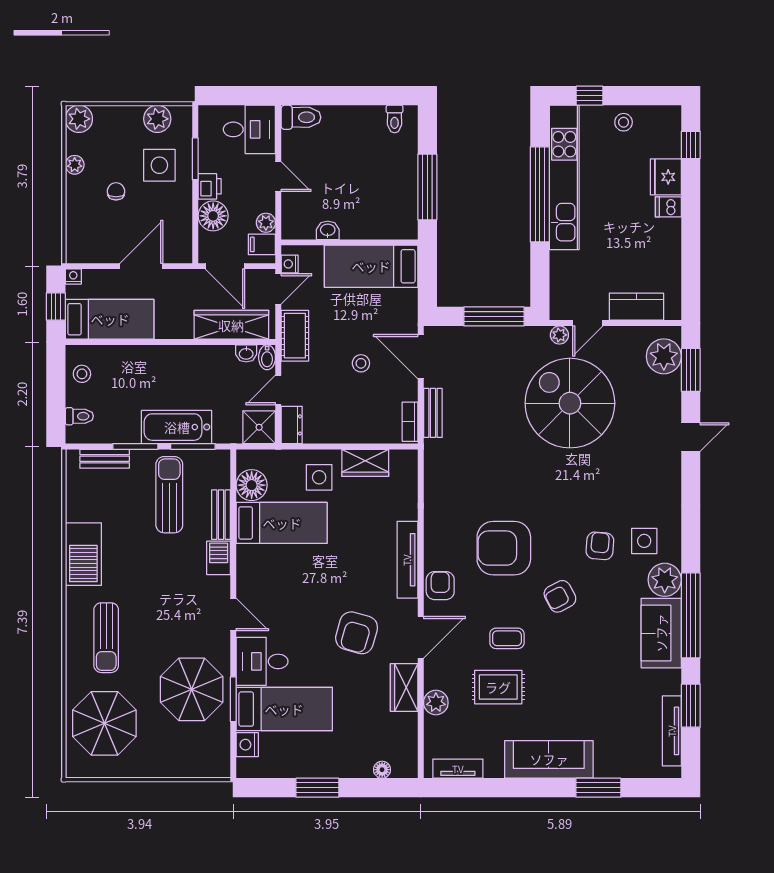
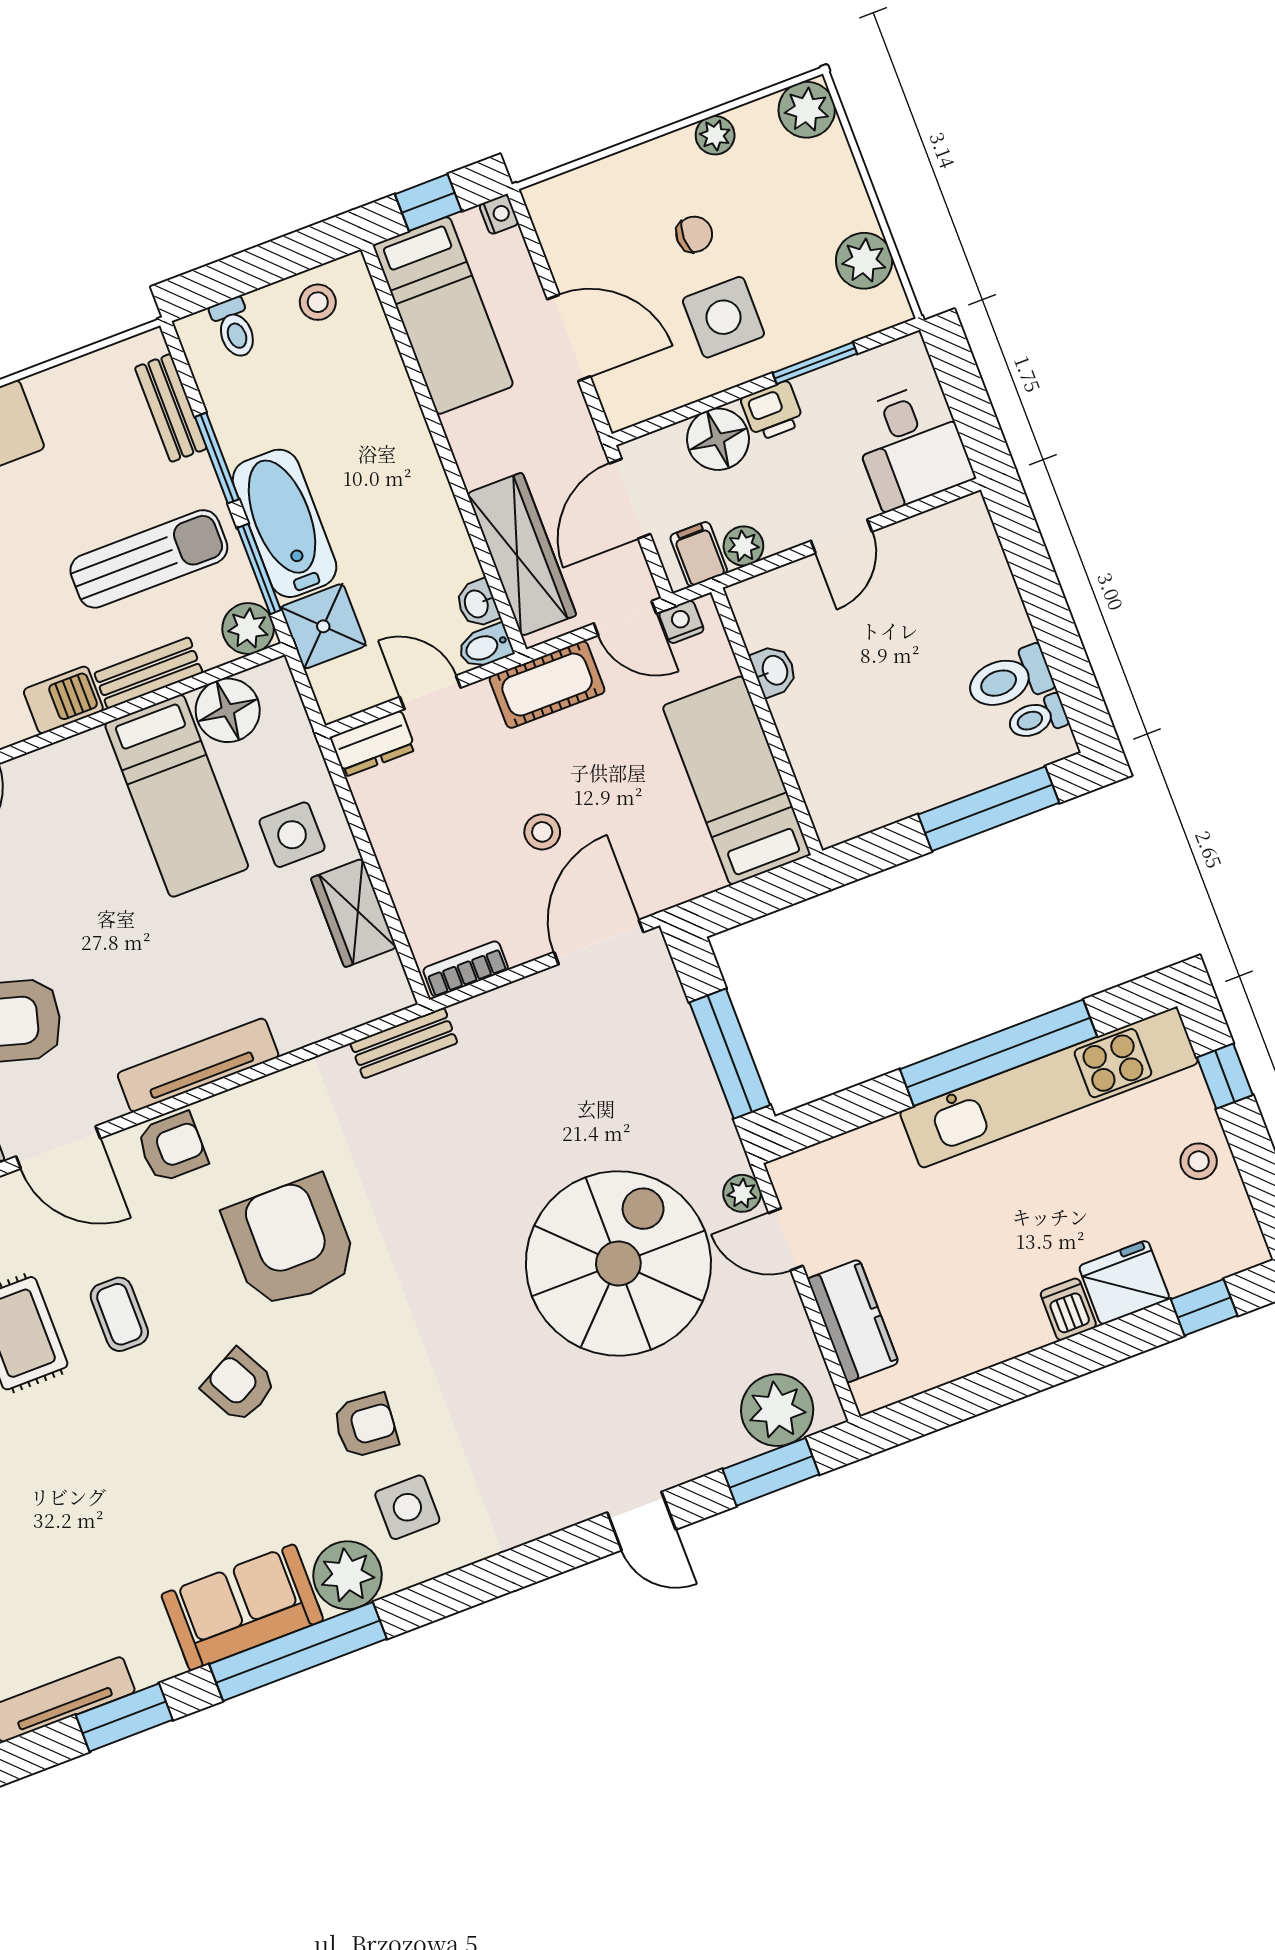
toilet: (301, 117) -> (1009, 679), moved, turned 90
side table: (159, 165) -> (723, 317), moved
window: (427, 187) -> (989, 809), moved
bench: (433, 413) -> (404, 1043), moved
shower: (259, 427) -> (323, 626), moved
plant: (218, 462) -> (248, 629), added

